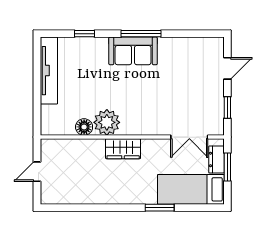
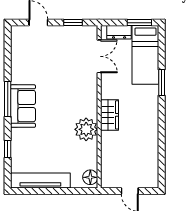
floor lamp: (84, 127) -> (90, 177), moved
window: (227, 167) -> (139, 23), moved

